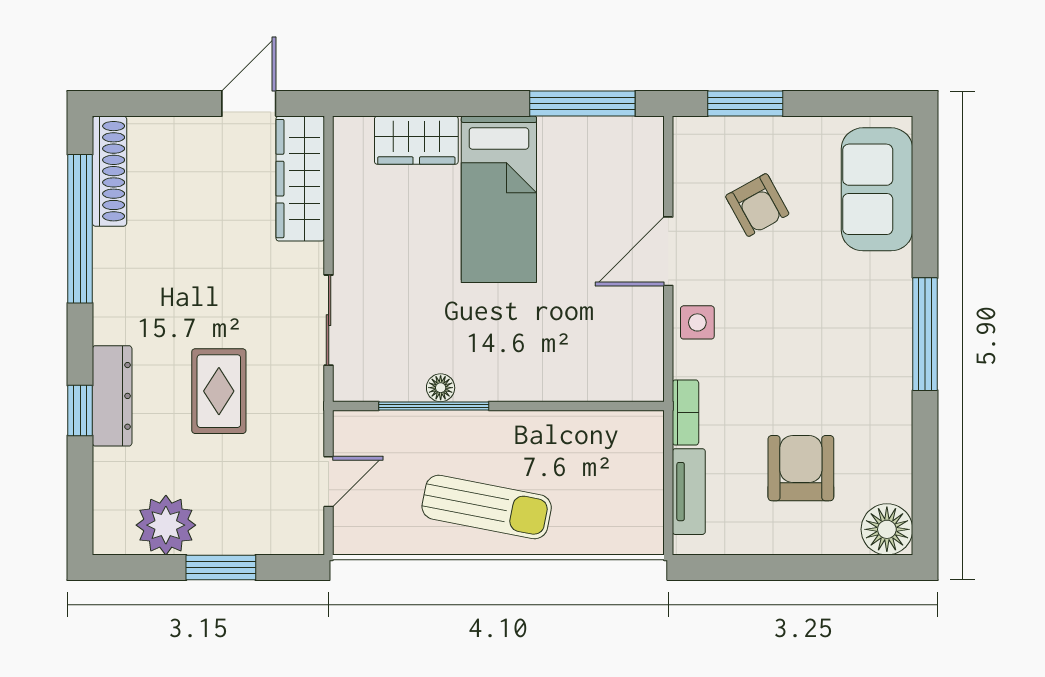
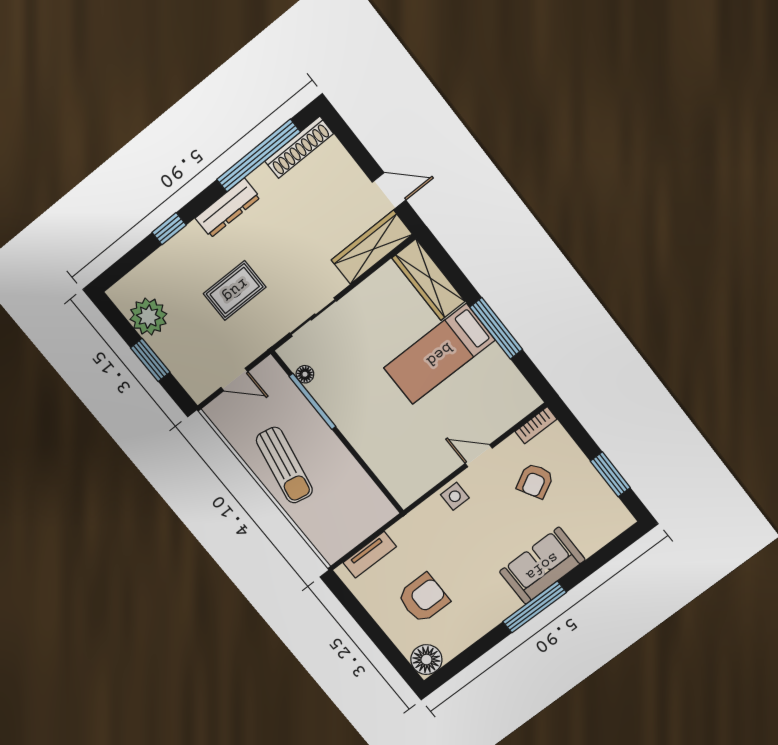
window: (582, 104) -> (496, 328), moved
window: (745, 104) -> (610, 474), moved
wardrobe: (416, 140) -> (428, 280), width x1.50
sofa: (877, 189) -> (542, 566), moved
door: (668, 251) -> (479, 456), width x0.73
floor lamp: (441, 388) -> (305, 374), moved
dresser: (112, 396) -> (228, 208), moved
bookcase: (685, 413) -> (536, 425), moved

